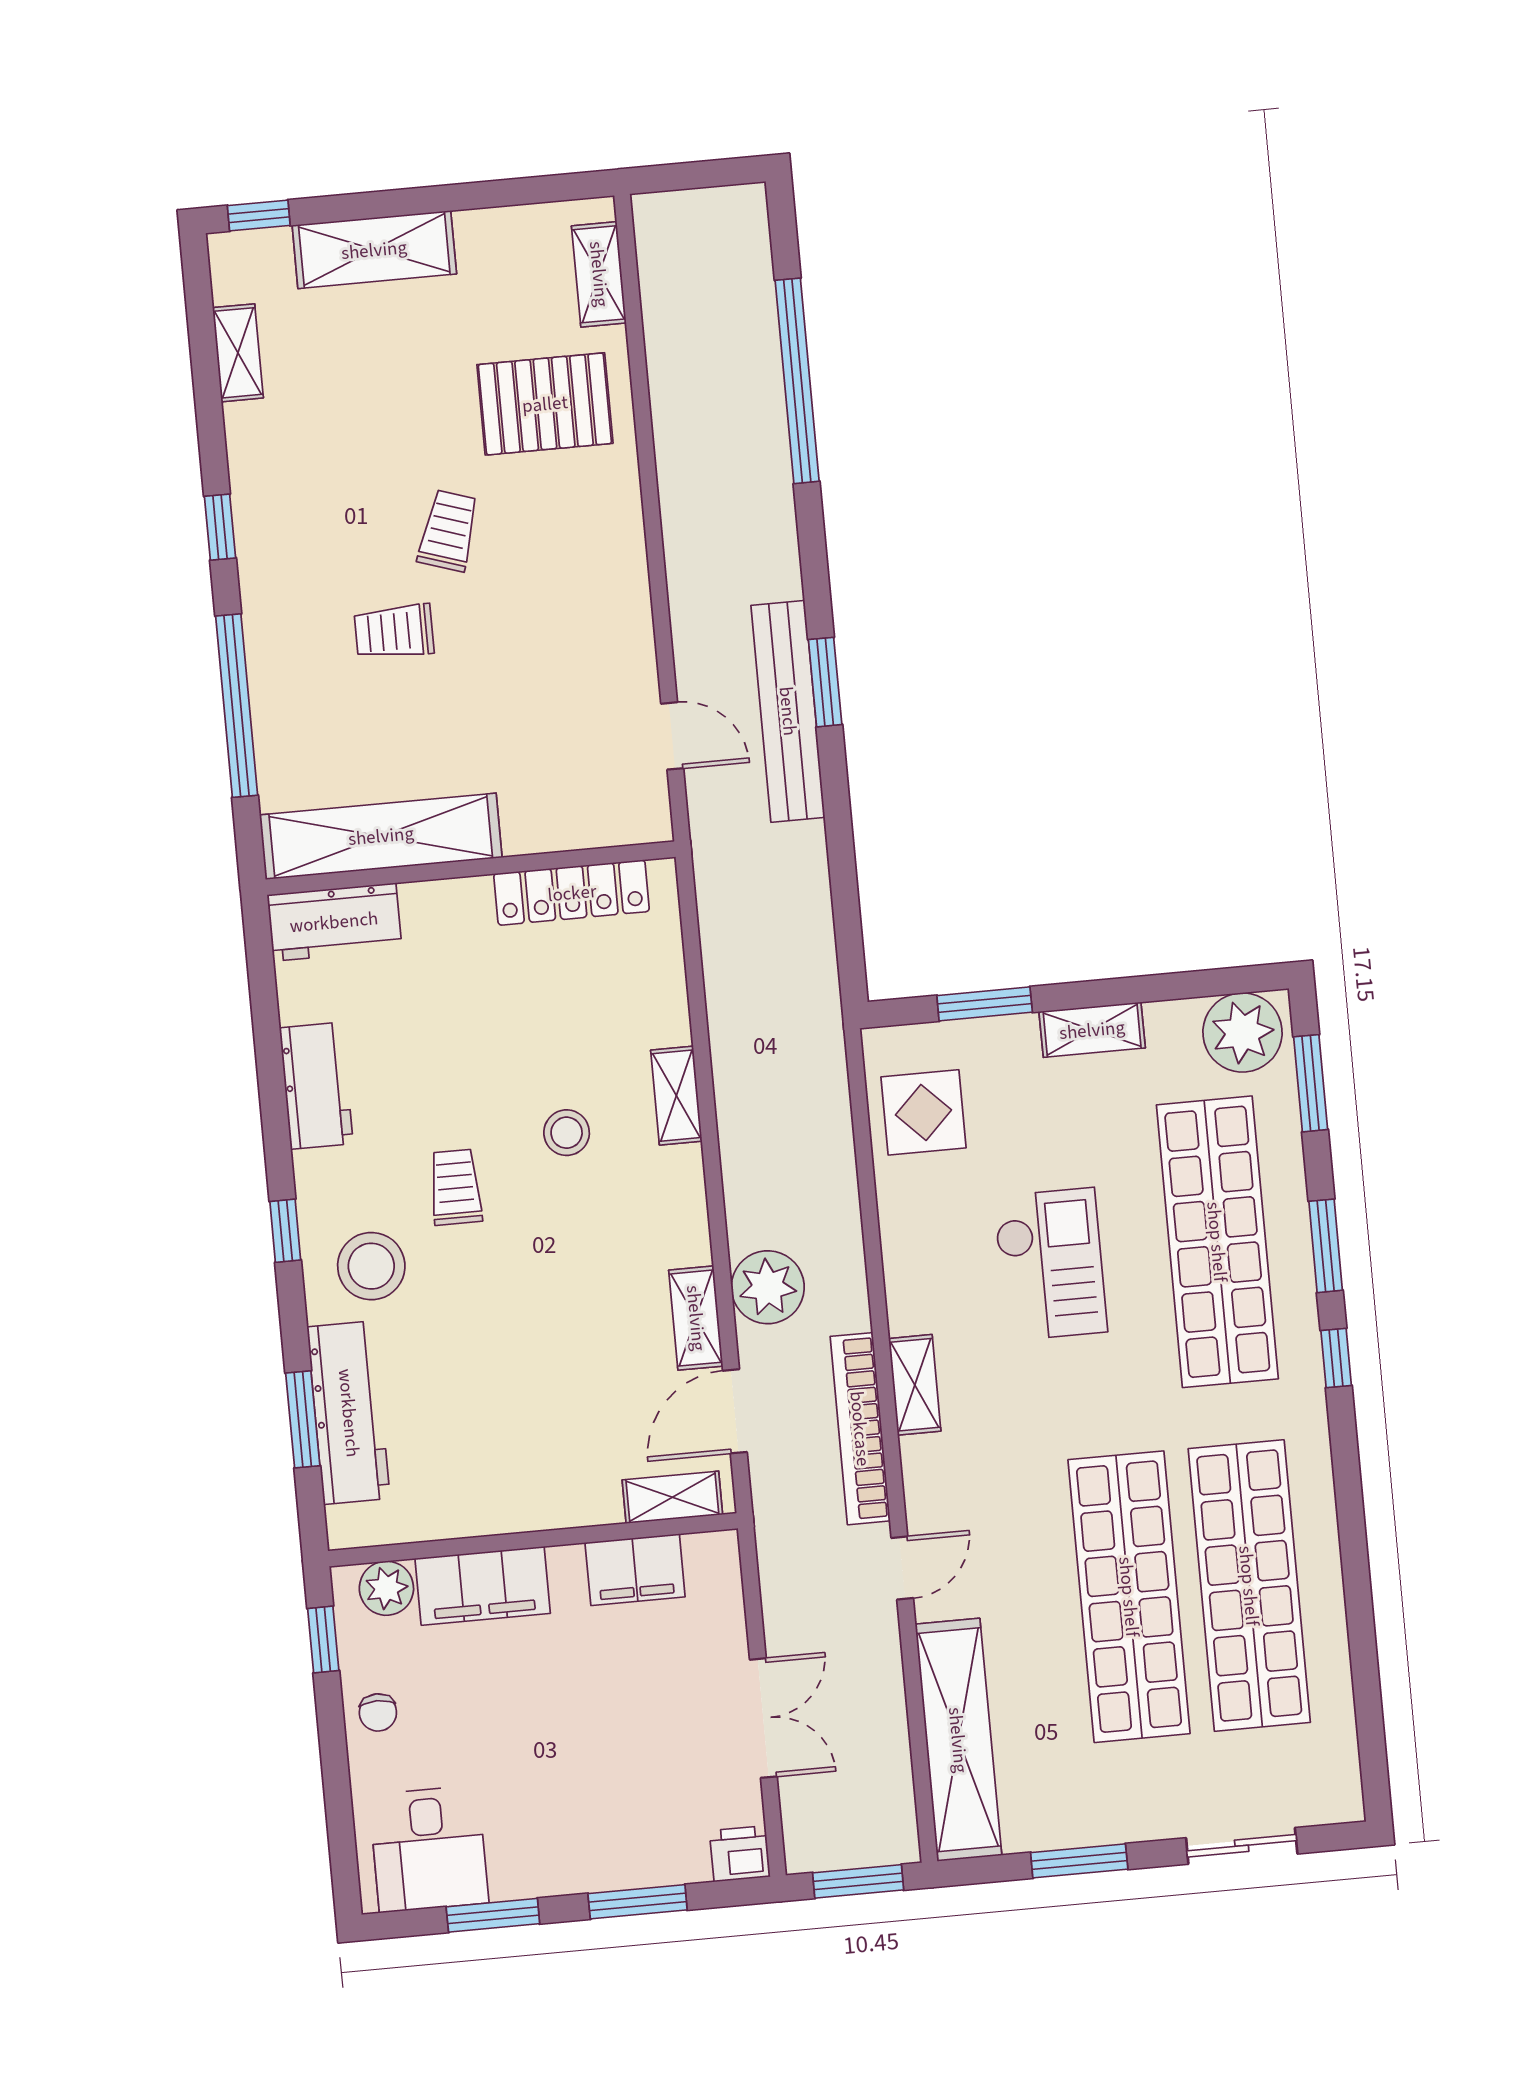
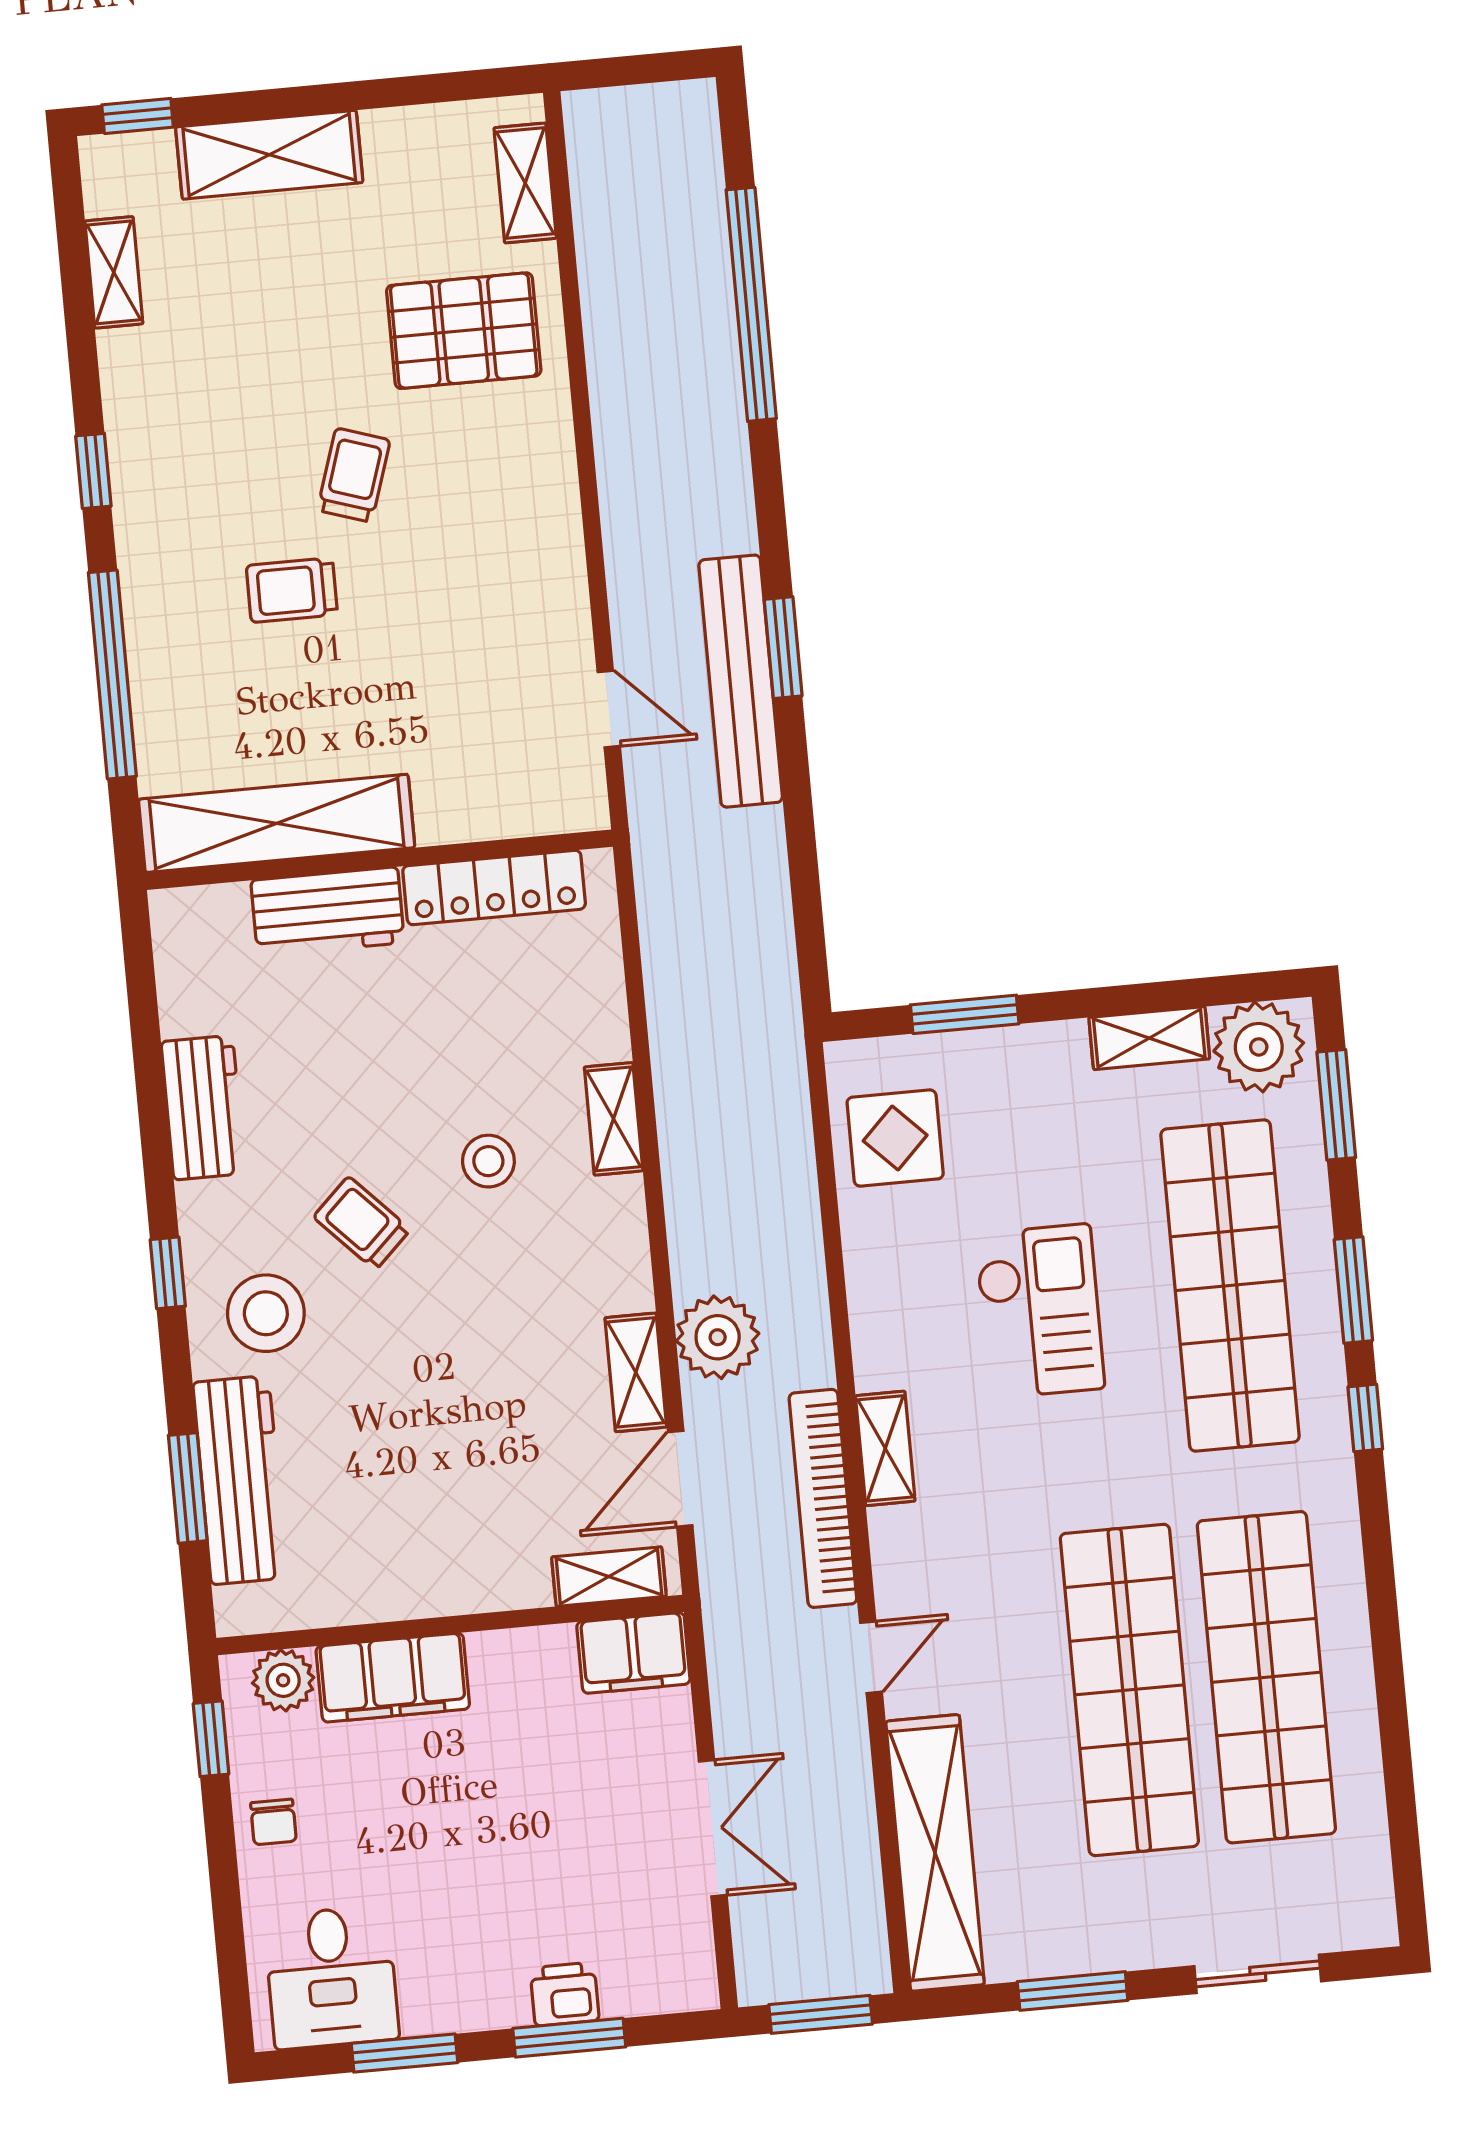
workbench: (334, 922) -> (328, 911), moved
shelving: (1092, 1030) -> (1149, 1038), moved
trolley: (455, 1187) -> (362, 1223), turned -44
filing cabinet: (635, 1570) -> (633, 1653), moved
printer: (740, 1854) -> (565, 1994), moved

